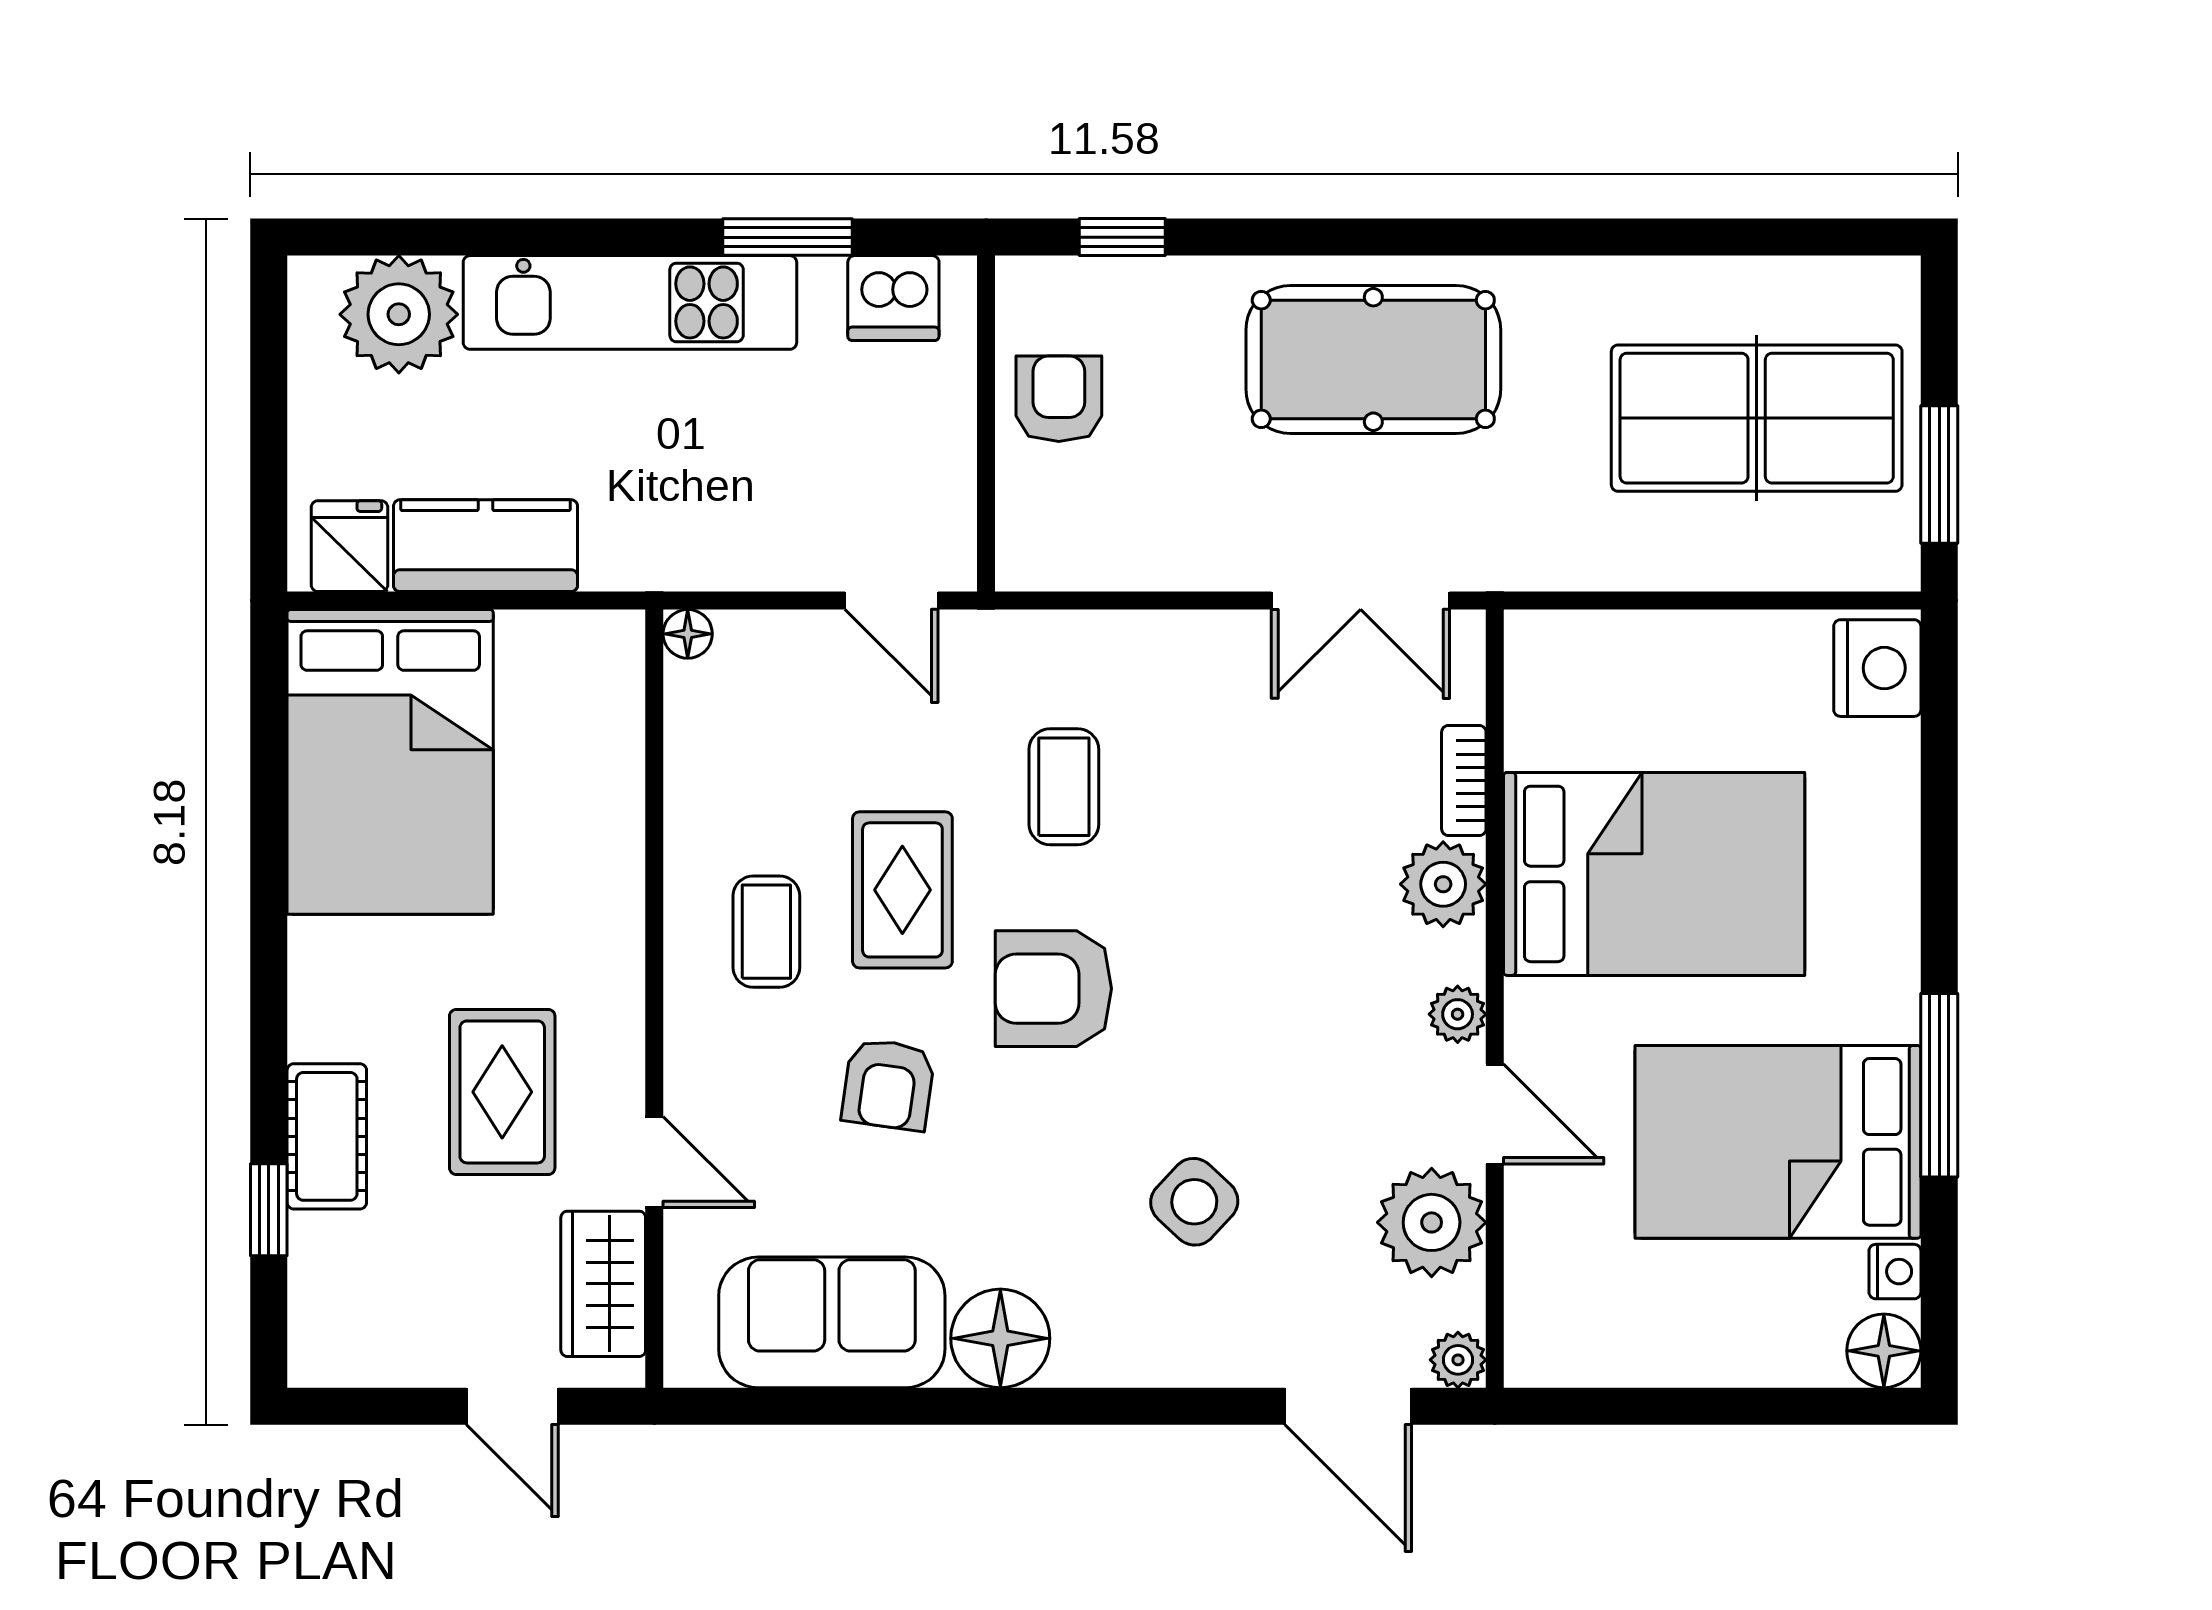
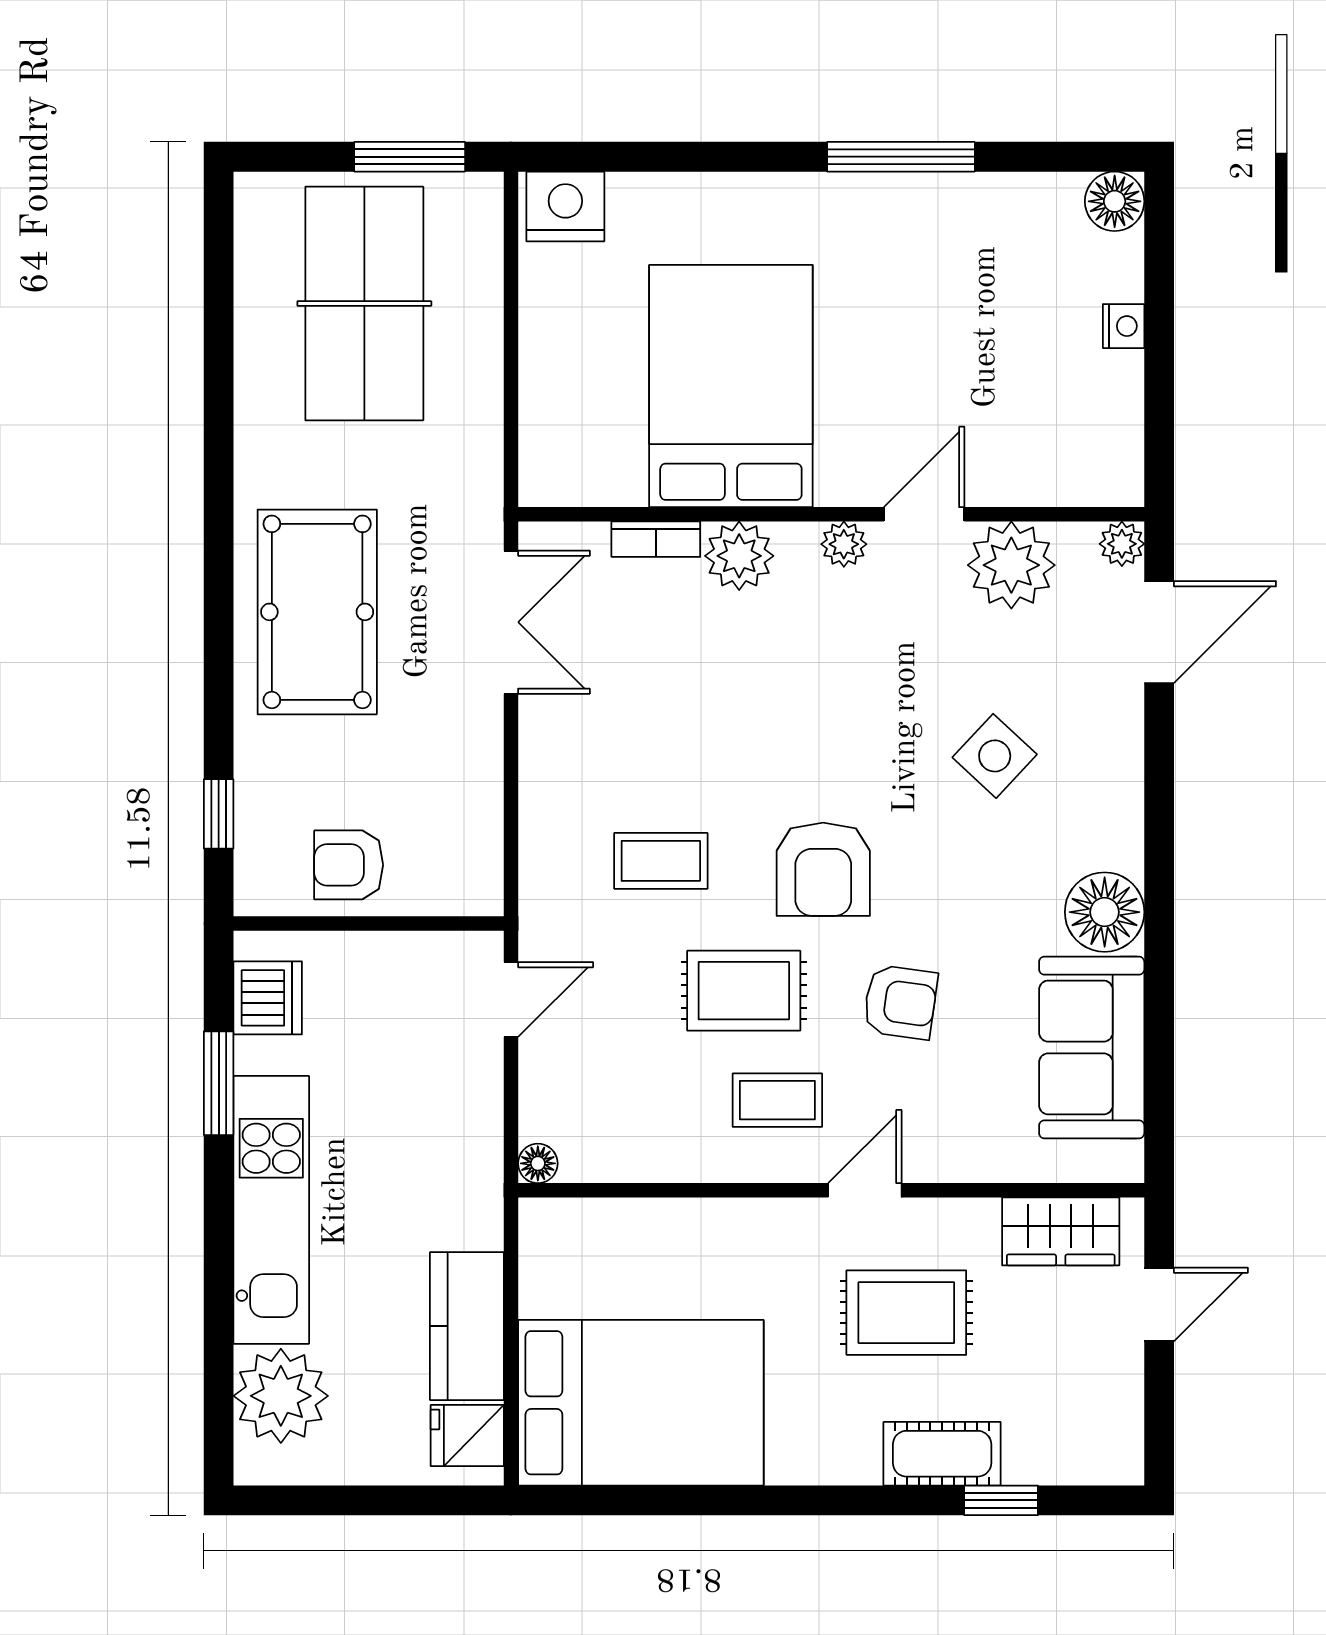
bed: (1778, 1142) -> (946, 286), removed
door: (654, 1162) -> (865, 1190), moved
nightstand: (1895, 1272) -> (1124, 326), moved, turned 90

